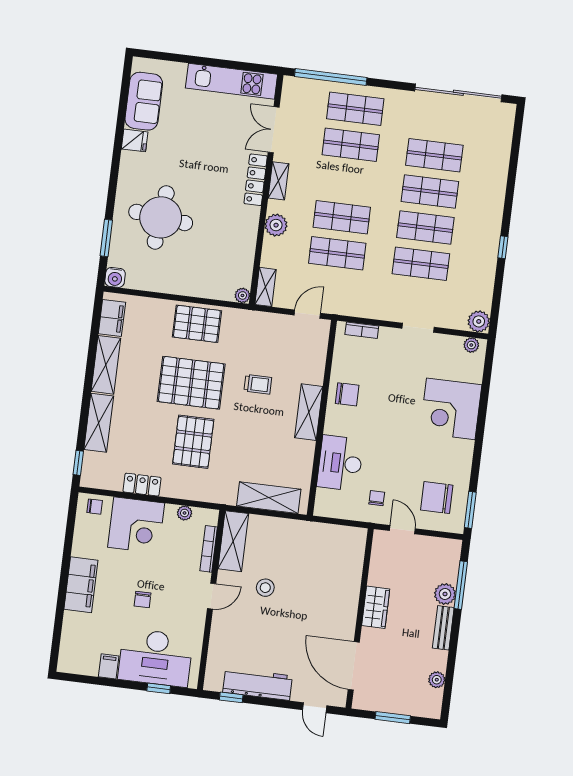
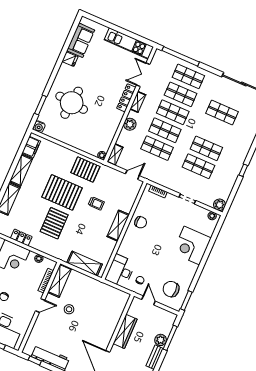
shop shelf: (430, 191) -> (173, 112), moved
pallet: (197, 324) -> (85, 170), moved
desk: (340, 463) -> (120, 271), moved
wardrobe: (376, 607) -> (125, 331), width x1.50

